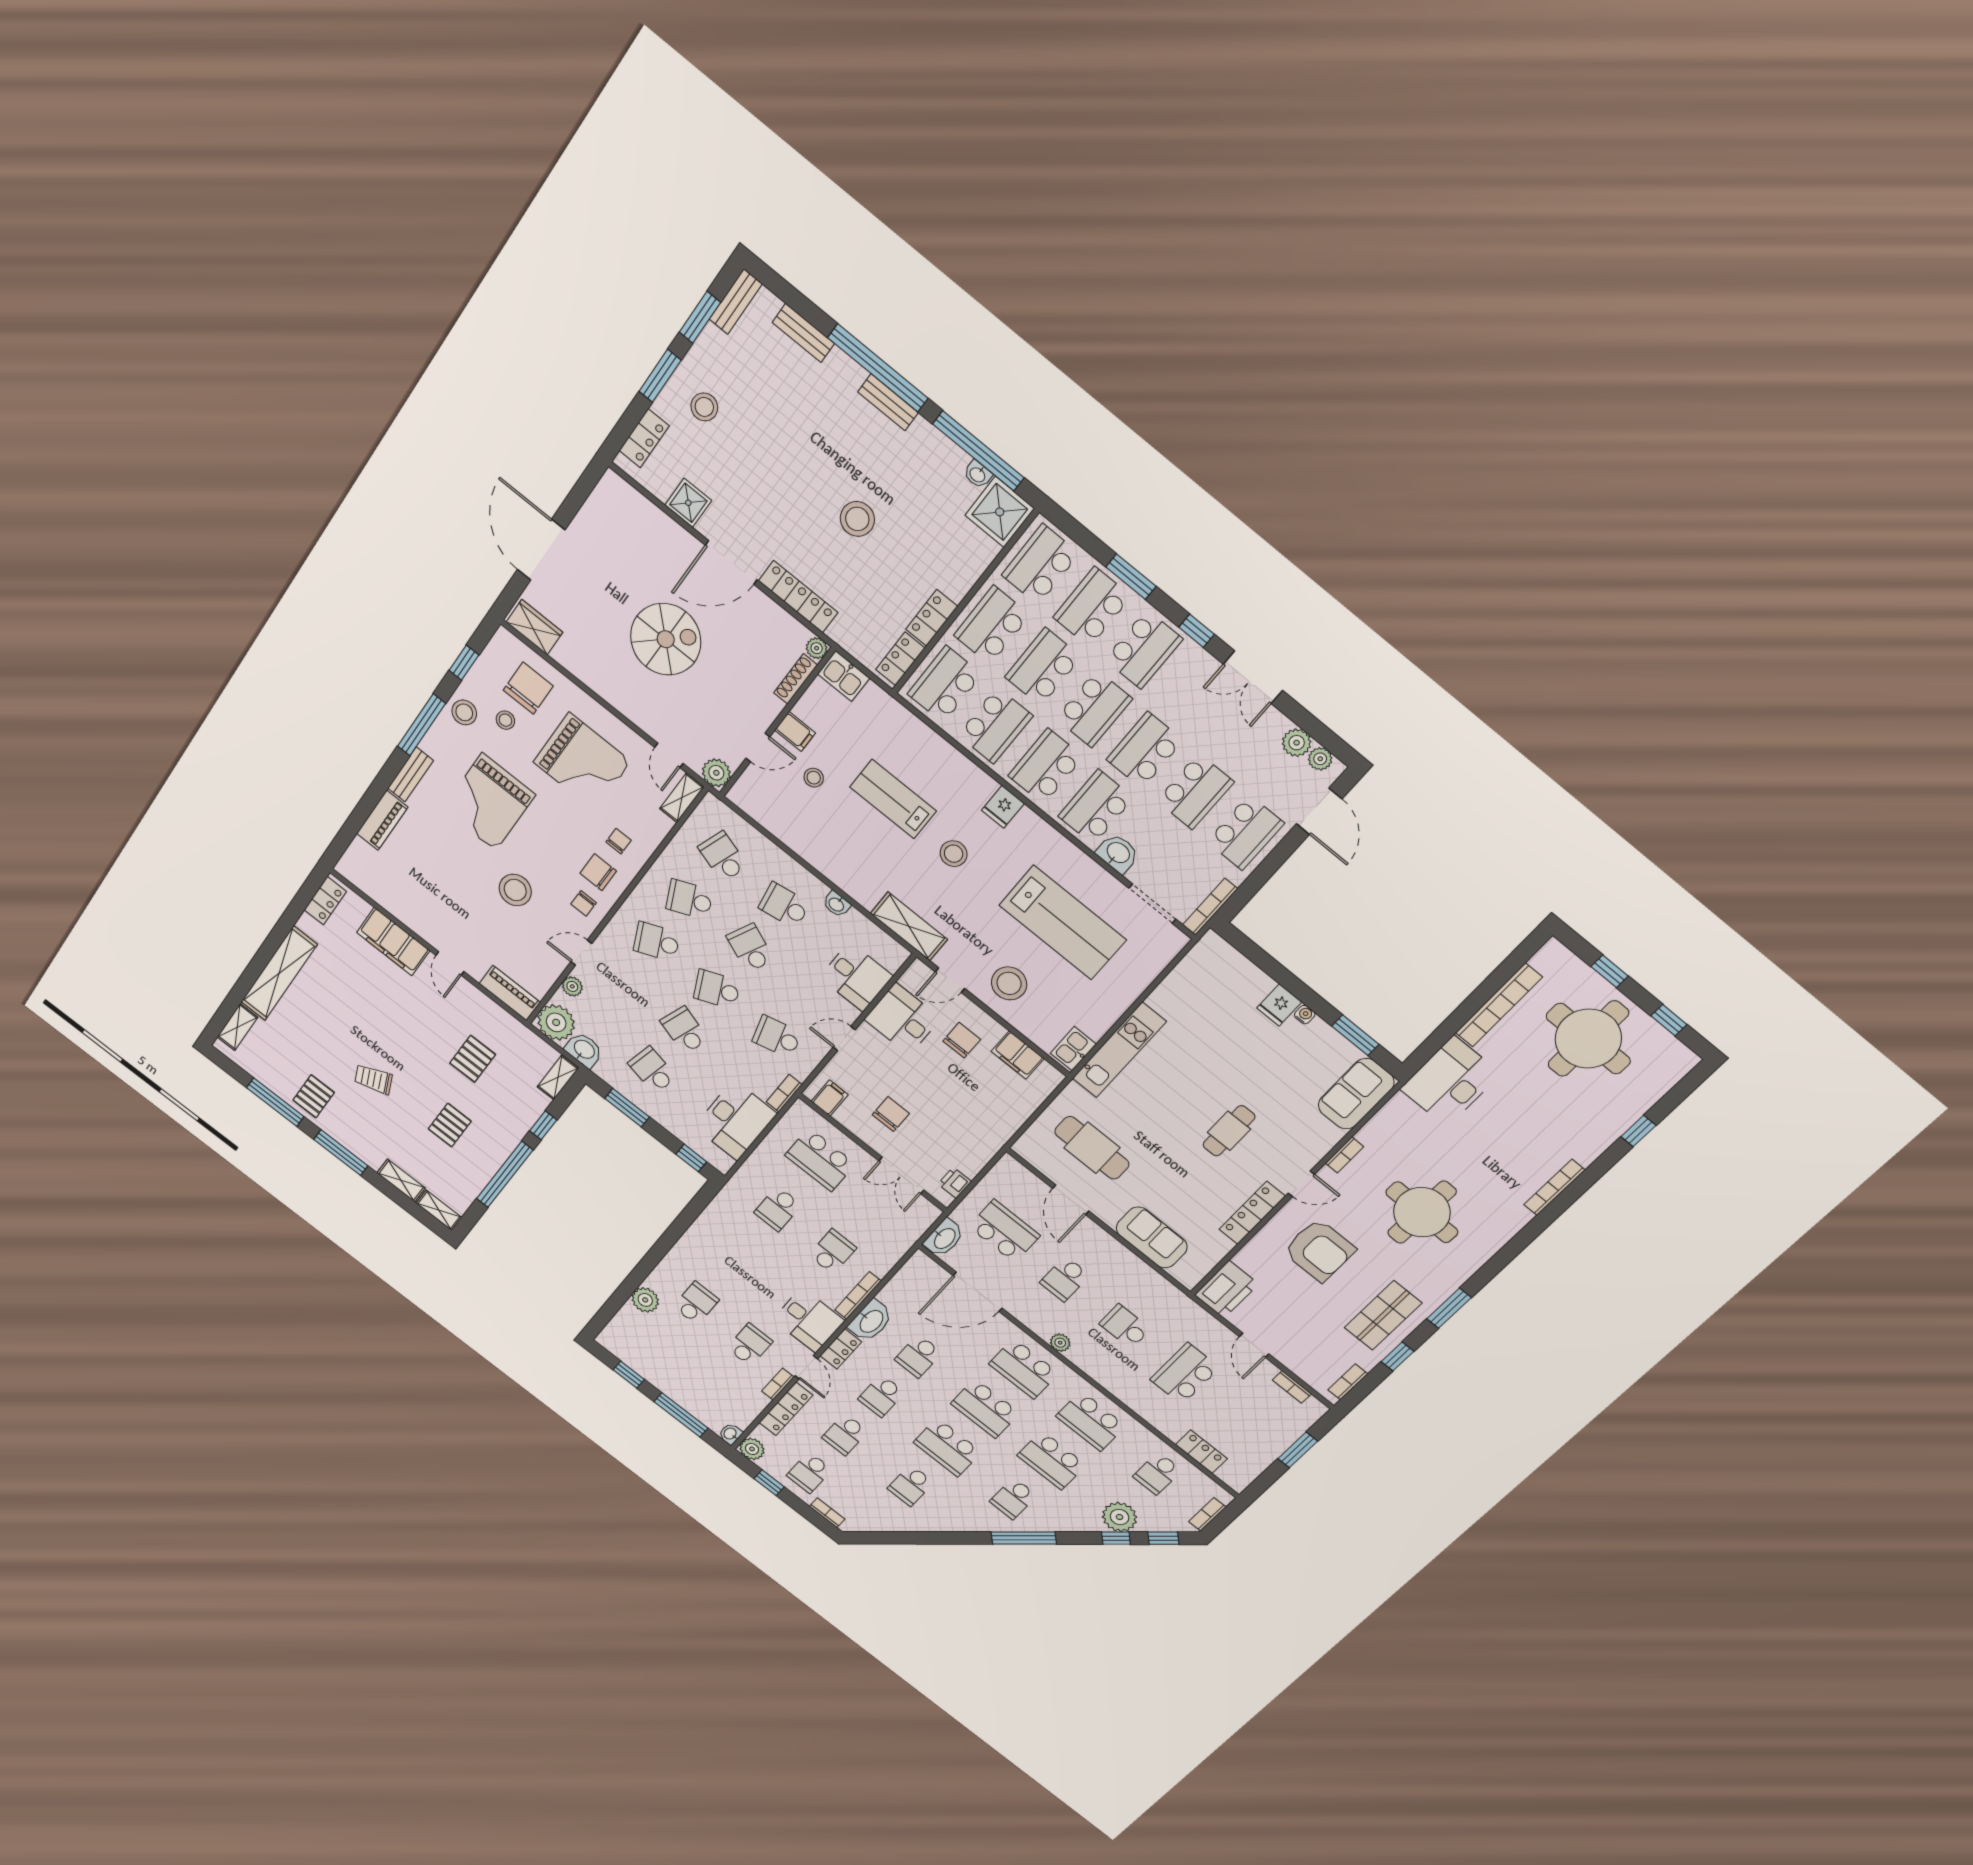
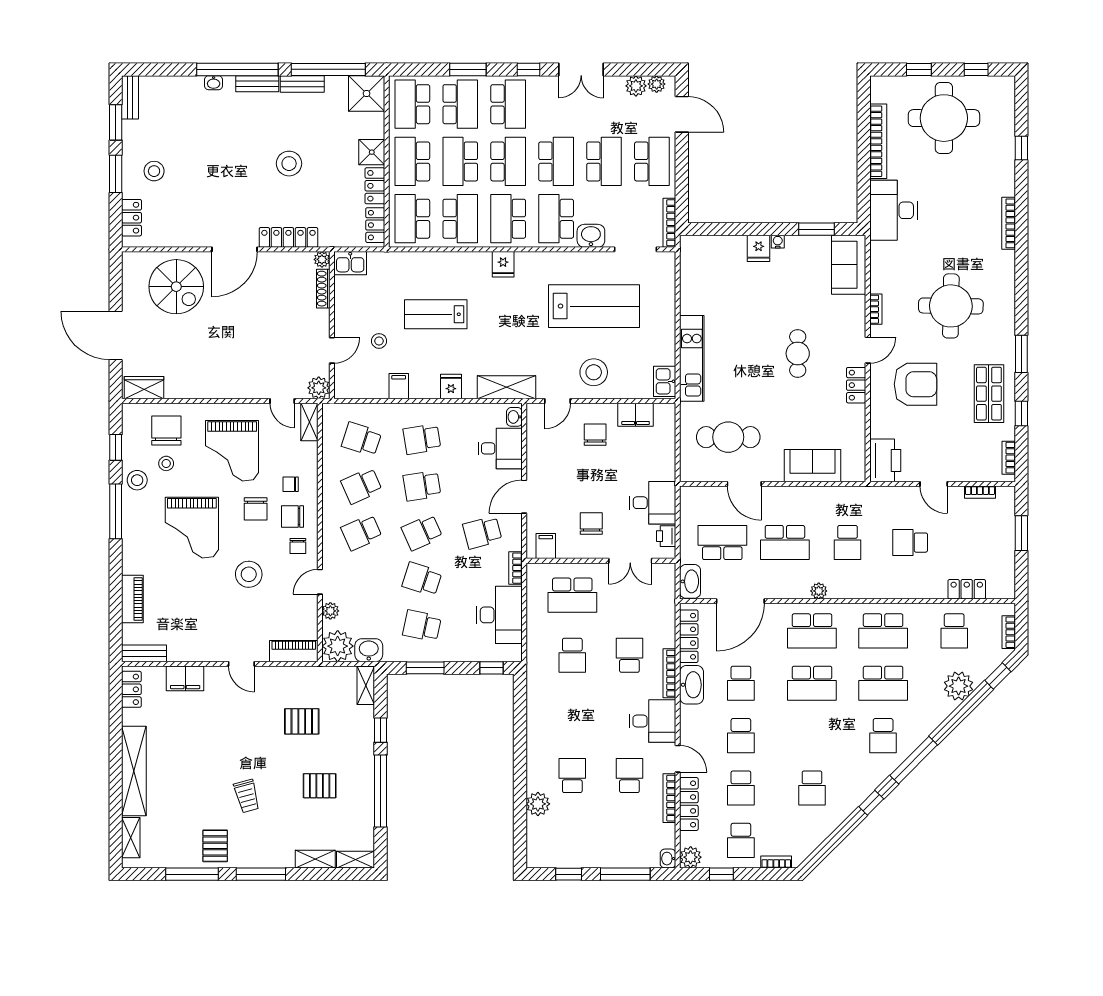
bench: (803, 333) -> (302, 84), moved
washbasin: (978, 474) -> (214, 83), moved
shower: (688, 503) -> (372, 152), moved
school desk: (1092, 607) -> (460, 104), turned 180
spiral stairs: (666, 639) -> (176, 287), moved, turned 90
filing cabinet: (795, 731) -> (399, 386), moved, turned -90
school desk: (1145, 750) -> (556, 161), turned 180
grand piano: (582, 762) -> (232, 451), turned 90
bench: (411, 774) -> (144, 653), moved, turned 90
chair: (566, 836) -> (256, 509), added
chair: (619, 841) -> (291, 484), turned -90
stool: (954, 854) -> (497, 318), removed
fridge: (853, 880) -> (451, 387), added
washbasin: (837, 904) -> (514, 417), moved, turned 90
filing cabinet: (393, 942) -> (185, 678), width x0.67, depth x0.86
school desk: (750, 948) -> (422, 486), turned -33
desk: (903, 1019) -> (653, 503), moved, turned 180
door: (844, 1038) -> (524, 497), width x1.37
pallet: (473, 1059) -> (302, 721), turned 90
trolley: (374, 1079) -> (247, 796), turned -83
pallet: (450, 1125) -> (320, 786), turned 90
locker: (1252, 1213) -> (856, 385), width x0.66
school desk: (1065, 1279) -> (785, 543), width x1.85
school desk: (1125, 1326) -> (848, 543), turned -90
locker: (841, 1349) -> (689, 636), moved, width x1.53
school desk: (1185, 1374) -> (910, 543), width x0.54
bookcase: (778, 1384) -> (669, 798), width x1.56
school desk: (947, 1447) -> (812, 736), removed
window: (1116, 1538) -> (871, 803), moved

